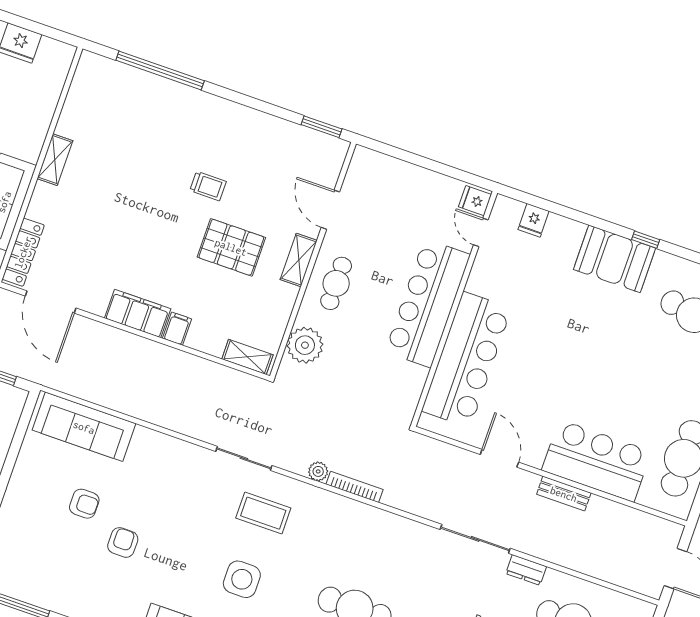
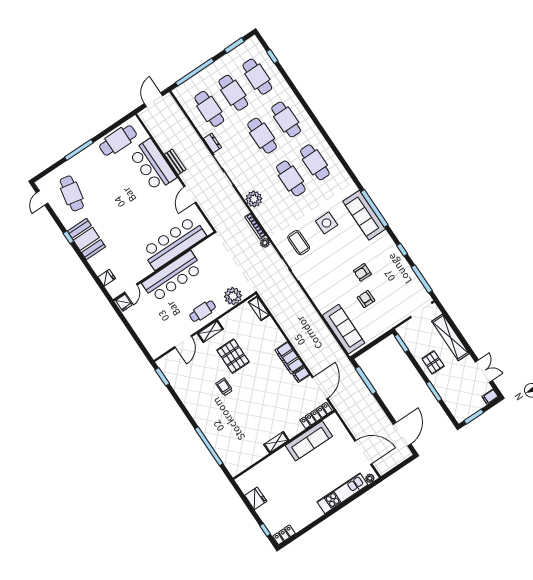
filing cabinet: (177, 329) -> (301, 375), moved
plant: (390, 530) -> (254, 199), added

